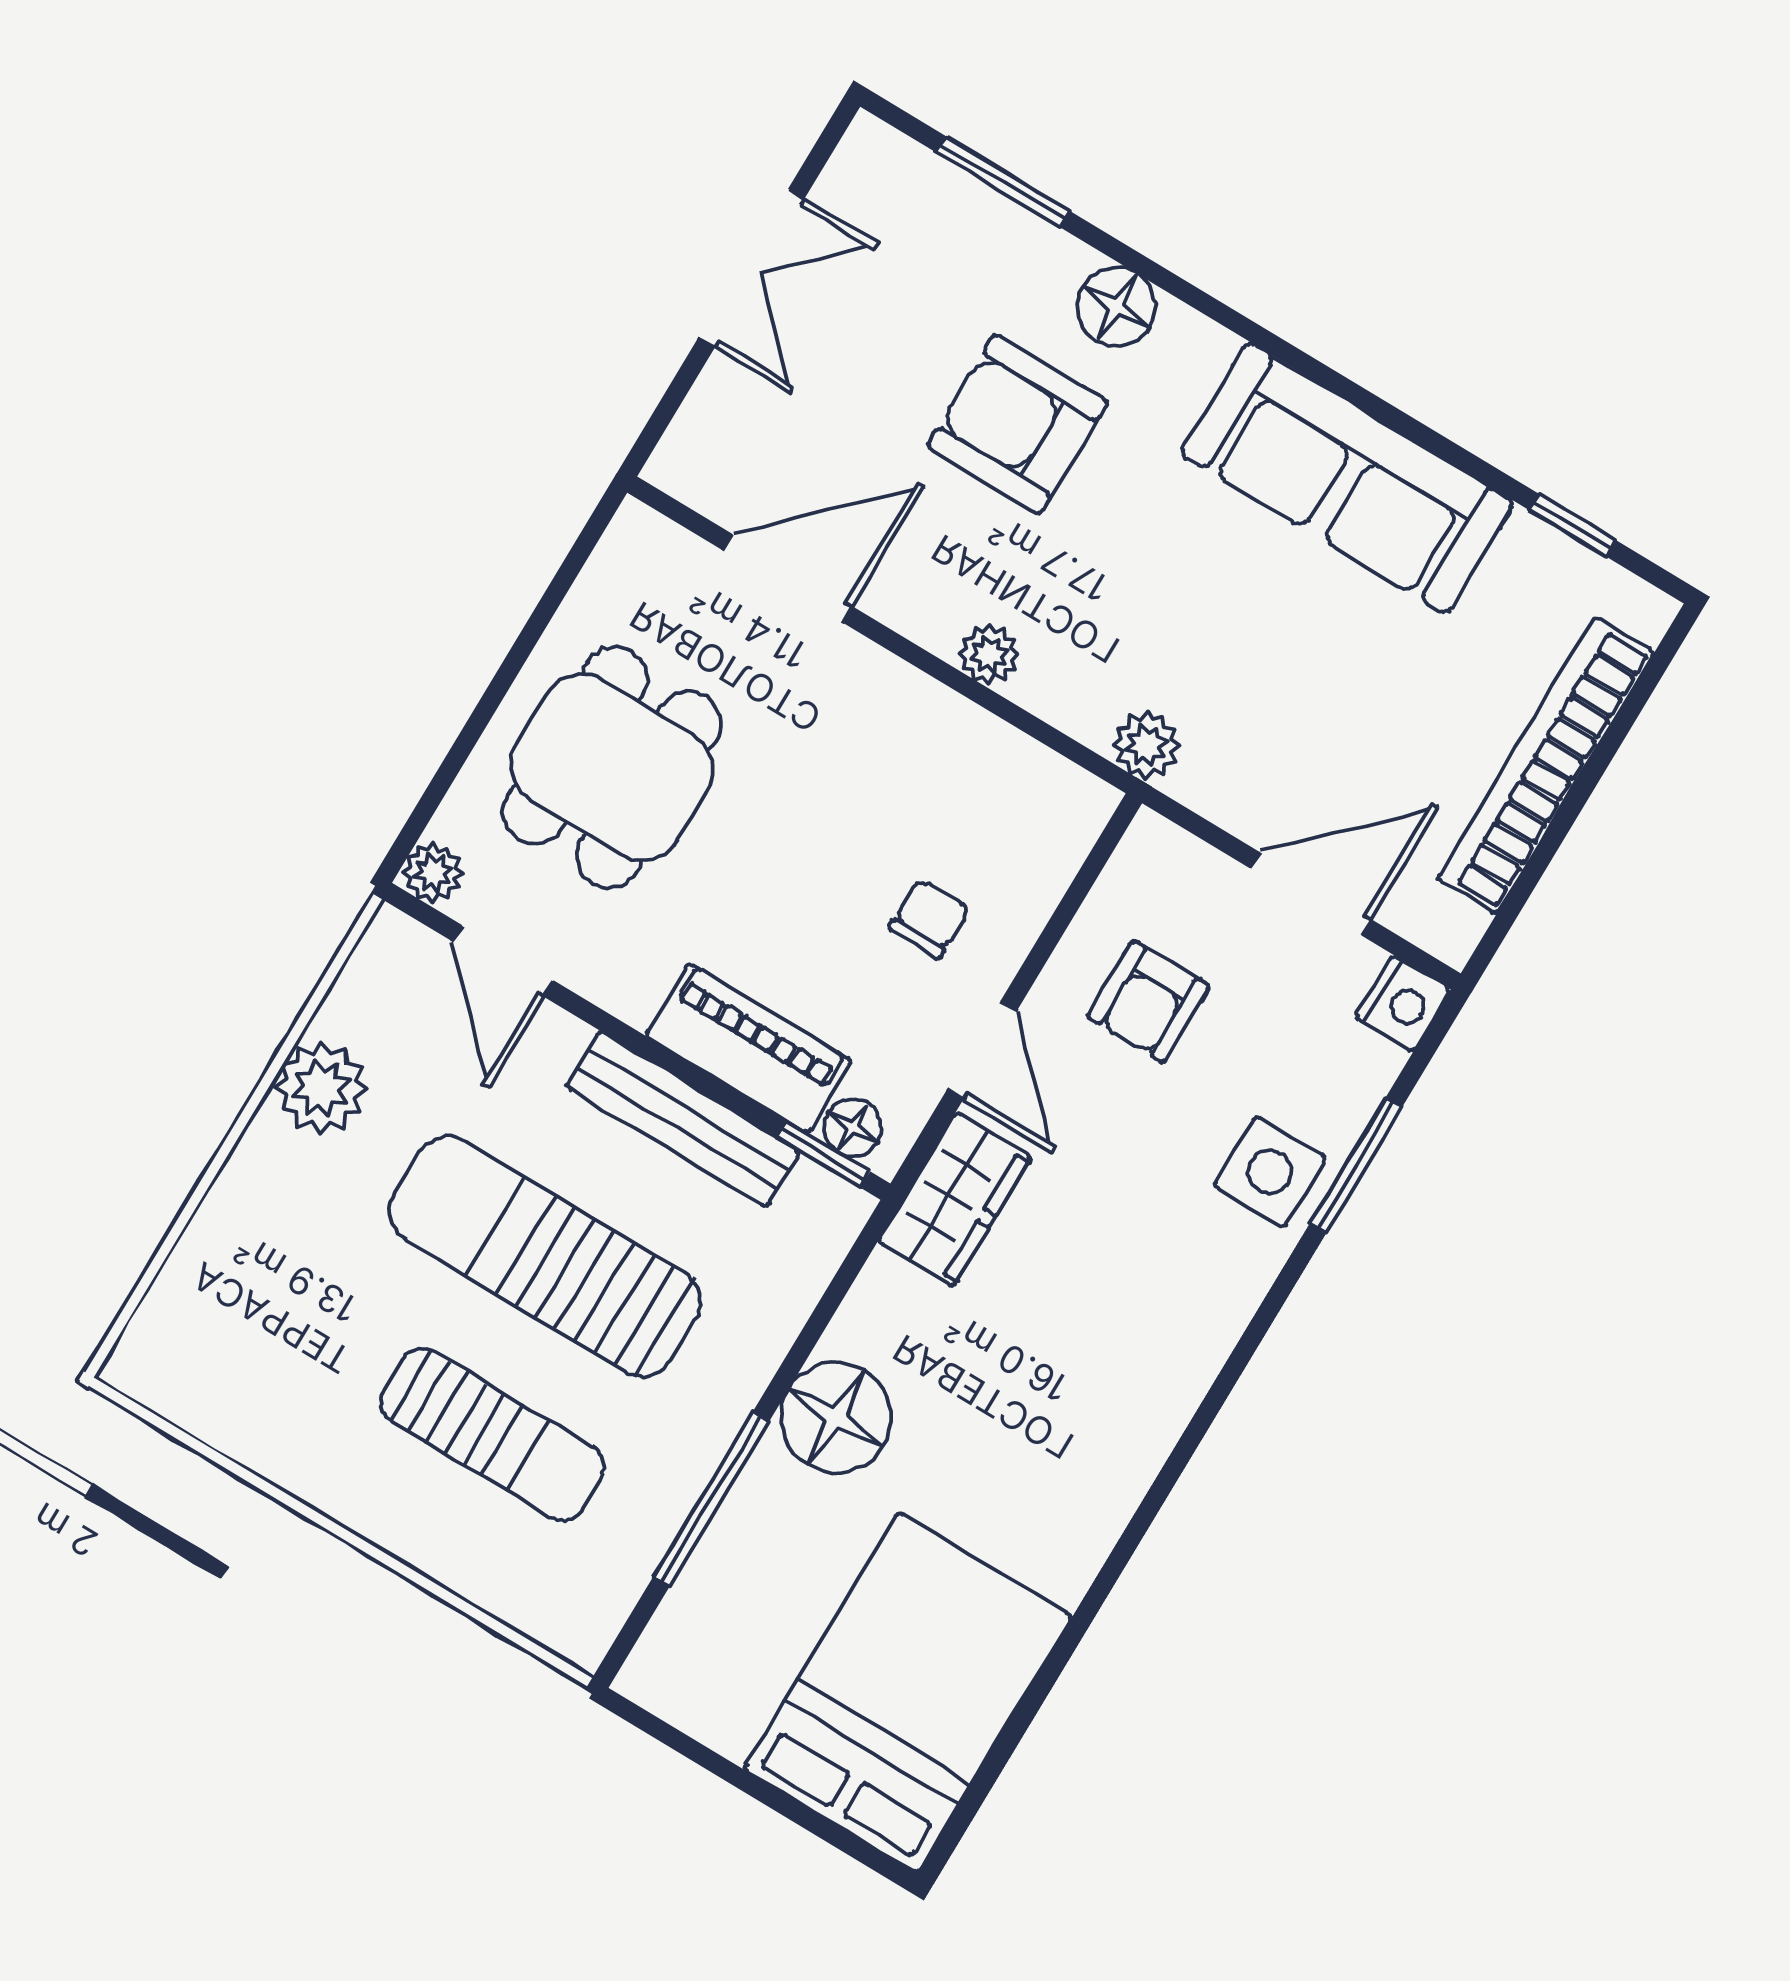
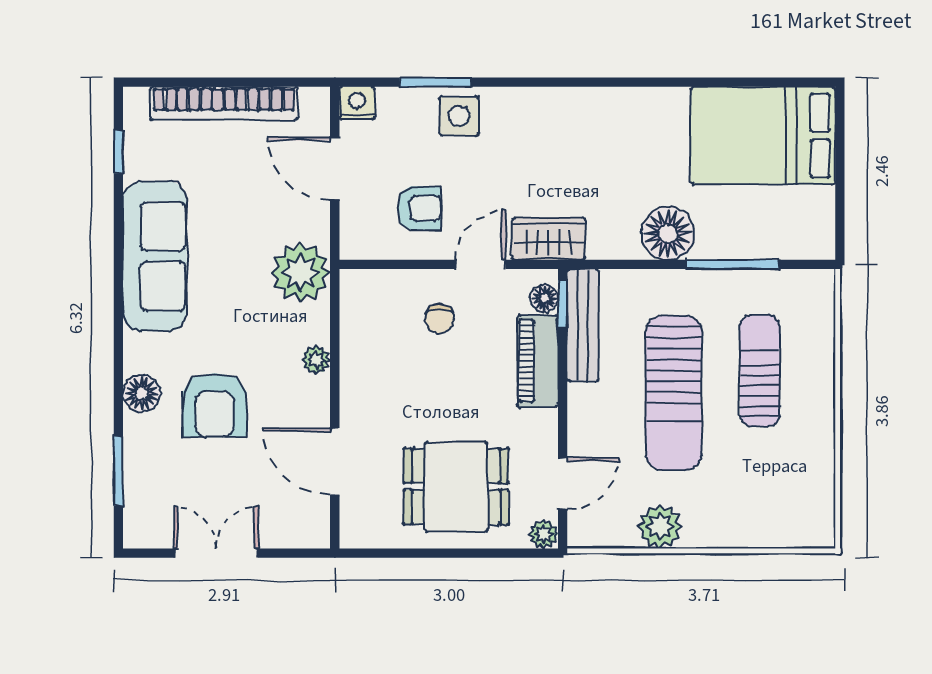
plant: (1146, 745) -> (301, 272), width x1.88, depth x1.88
chair: (929, 919) -> (439, 319), turned -90
bench: (683, 1119) -> (583, 325), moved

